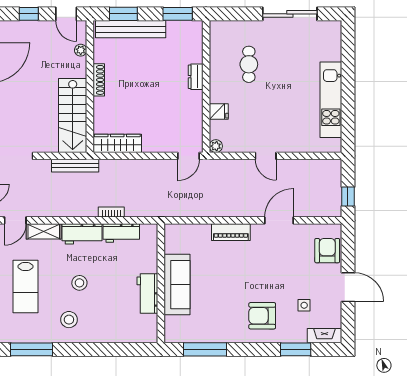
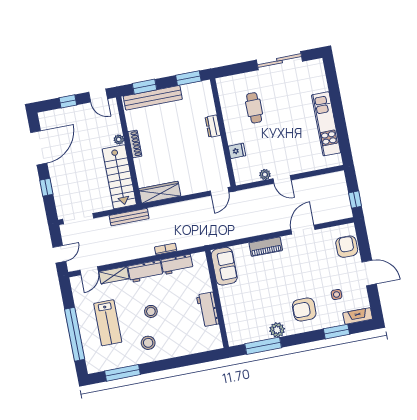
plant: (81, 50) -> (119, 139), moved
plant: (216, 146) -> (265, 175), moved
sofa: (177, 285) -> (224, 266), moved, width x0.73
plant: (225, 334) -> (277, 330), added

